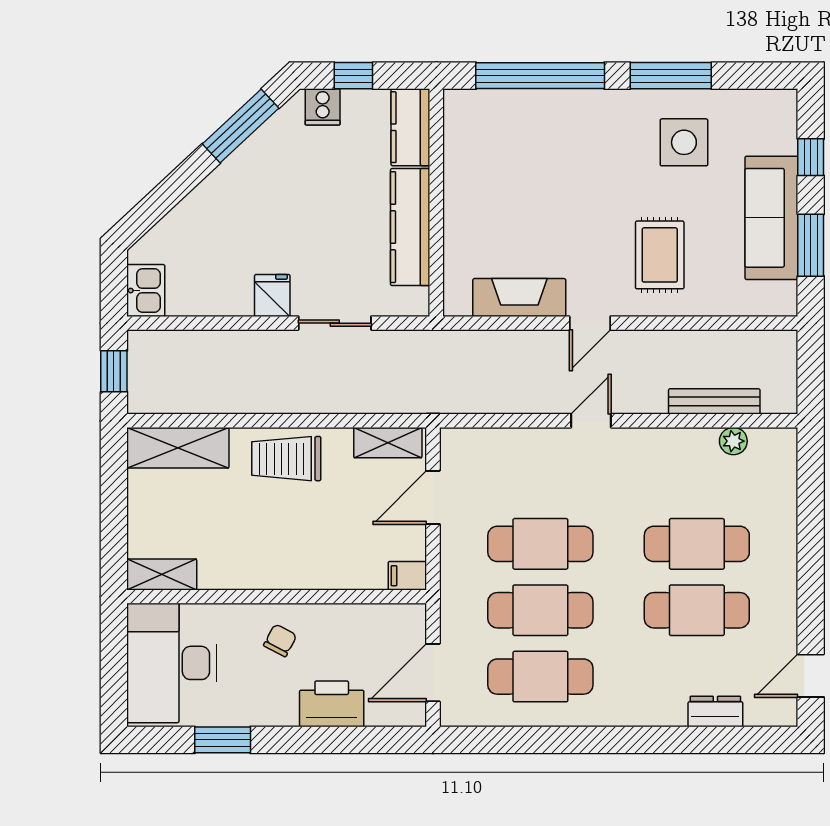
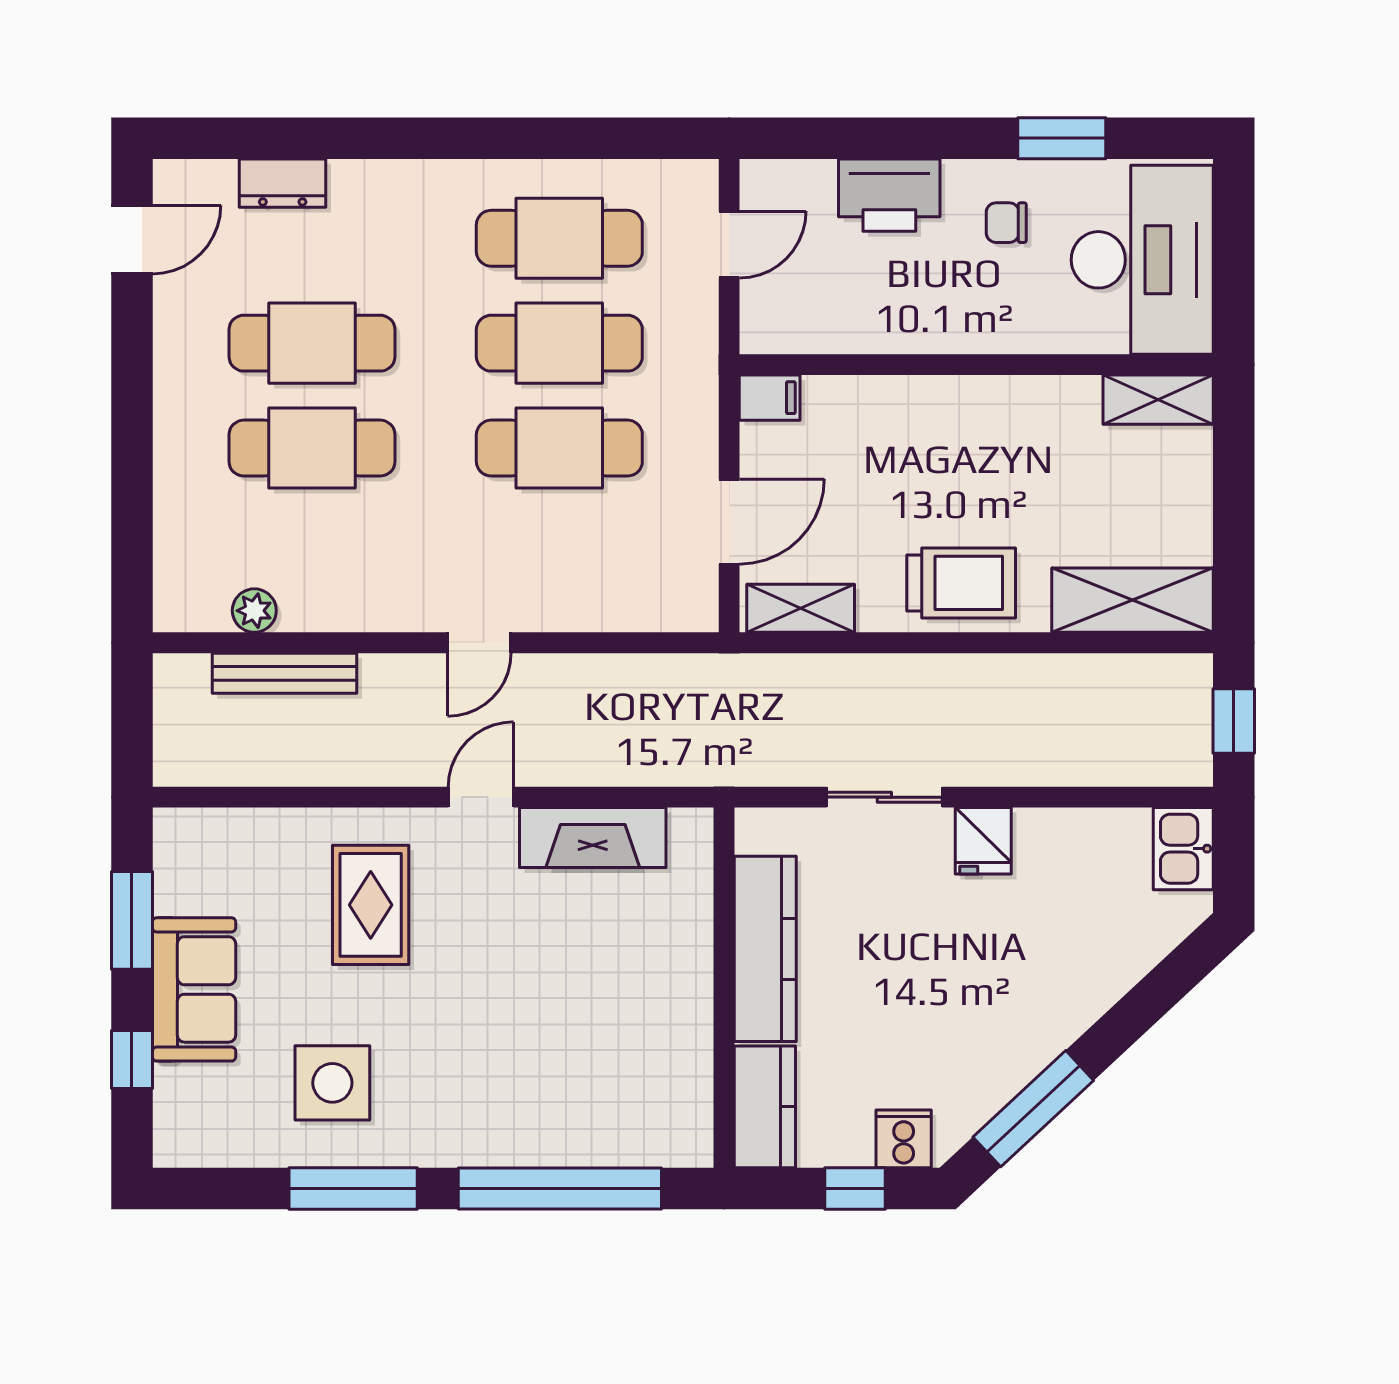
sofa: (771, 218) -> (194, 989), width x0.73
chair: (280, 640) -> (1006, 223), moved, turned 62
door: (433, 673) -> (729, 245), width x0.73

